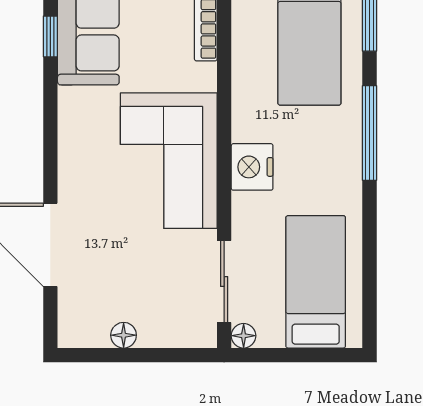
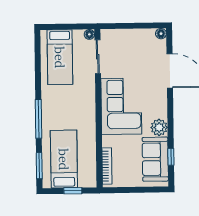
plant: (78, 108) -> (159, 127), added
nightstand: (252, 167) -> (87, 104), removed
floor lamp: (124, 335) -> (161, 34), moved

